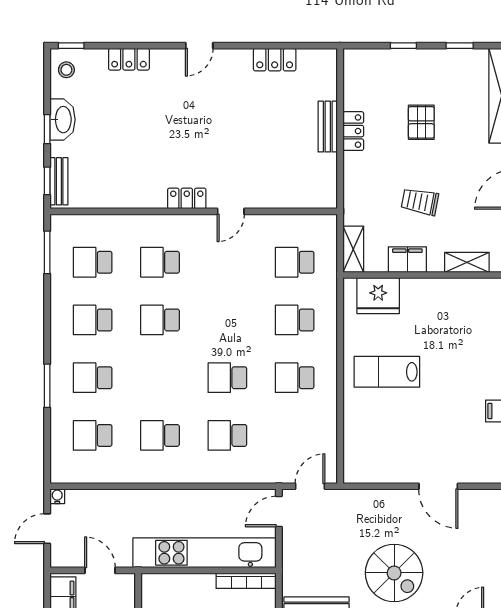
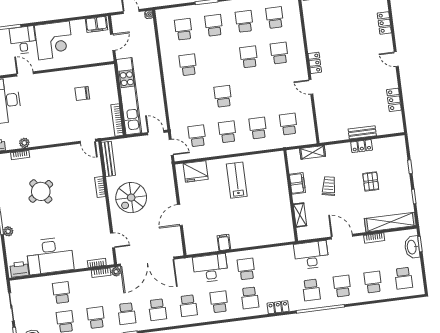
pallet: (421, 122) -> (371, 181), turned 90
shelving: (353, 249) -> (313, 152), moved
fridge: (378, 296) -> (196, 171), moved, turned -90
school desk: (227, 435) -> (197, 136), moved

